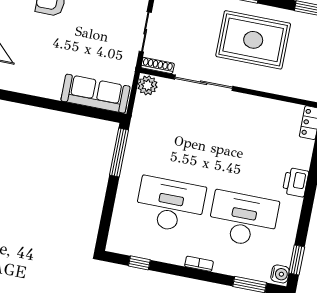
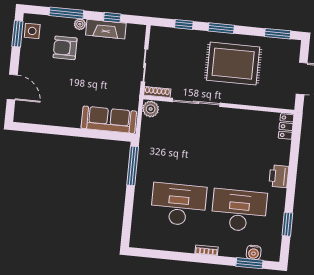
window: (297, 260) -> (287, 224), moved
window: (139, 263) -> (158, 254), removed
water cooler: (280, 274) -> (254, 252), moved, turned 90

